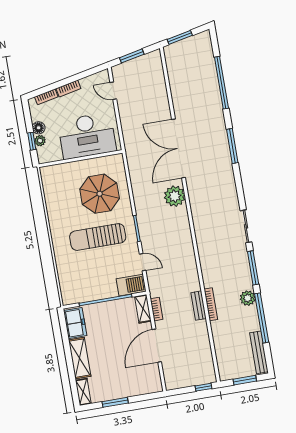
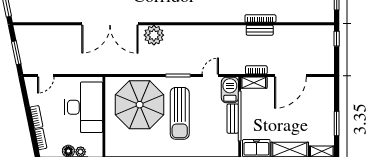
parasol: (100, 194) -> (140, 105), width x1.36, depth x1.36
bench: (102, 293) -> (233, 119), added
door: (157, 346) -> (290, 76), hinge flipped

